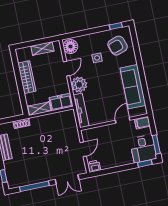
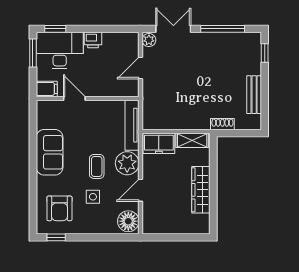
armchair: (118, 46) -> (59, 208), turned 109
shelving: (42, 49) -> (170, 227), removed
coffee table: (99, 78) -> (97, 166), added
sofa: (133, 87) -> (50, 152), width x0.73
door: (123, 120) -> (74, 98), swing flipped
desk: (143, 149) -> (60, 51), width x1.37
printer: (94, 166) -> (93, 40), moved
plant: (82, 169) -> (149, 40), added

